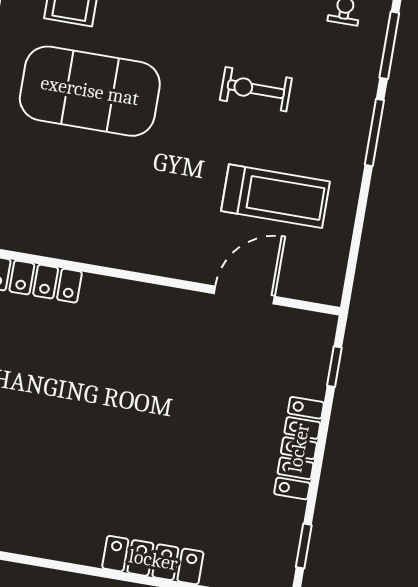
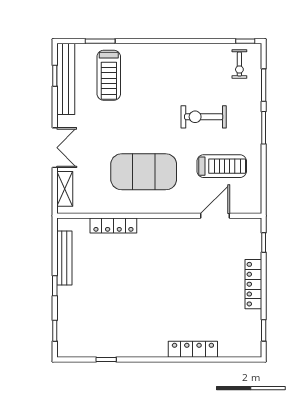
exercise bike: (256, 89) -> (204, 117), width x1.38, depth x1.39
exercise mat: (90, 91) -> (144, 172), moved

